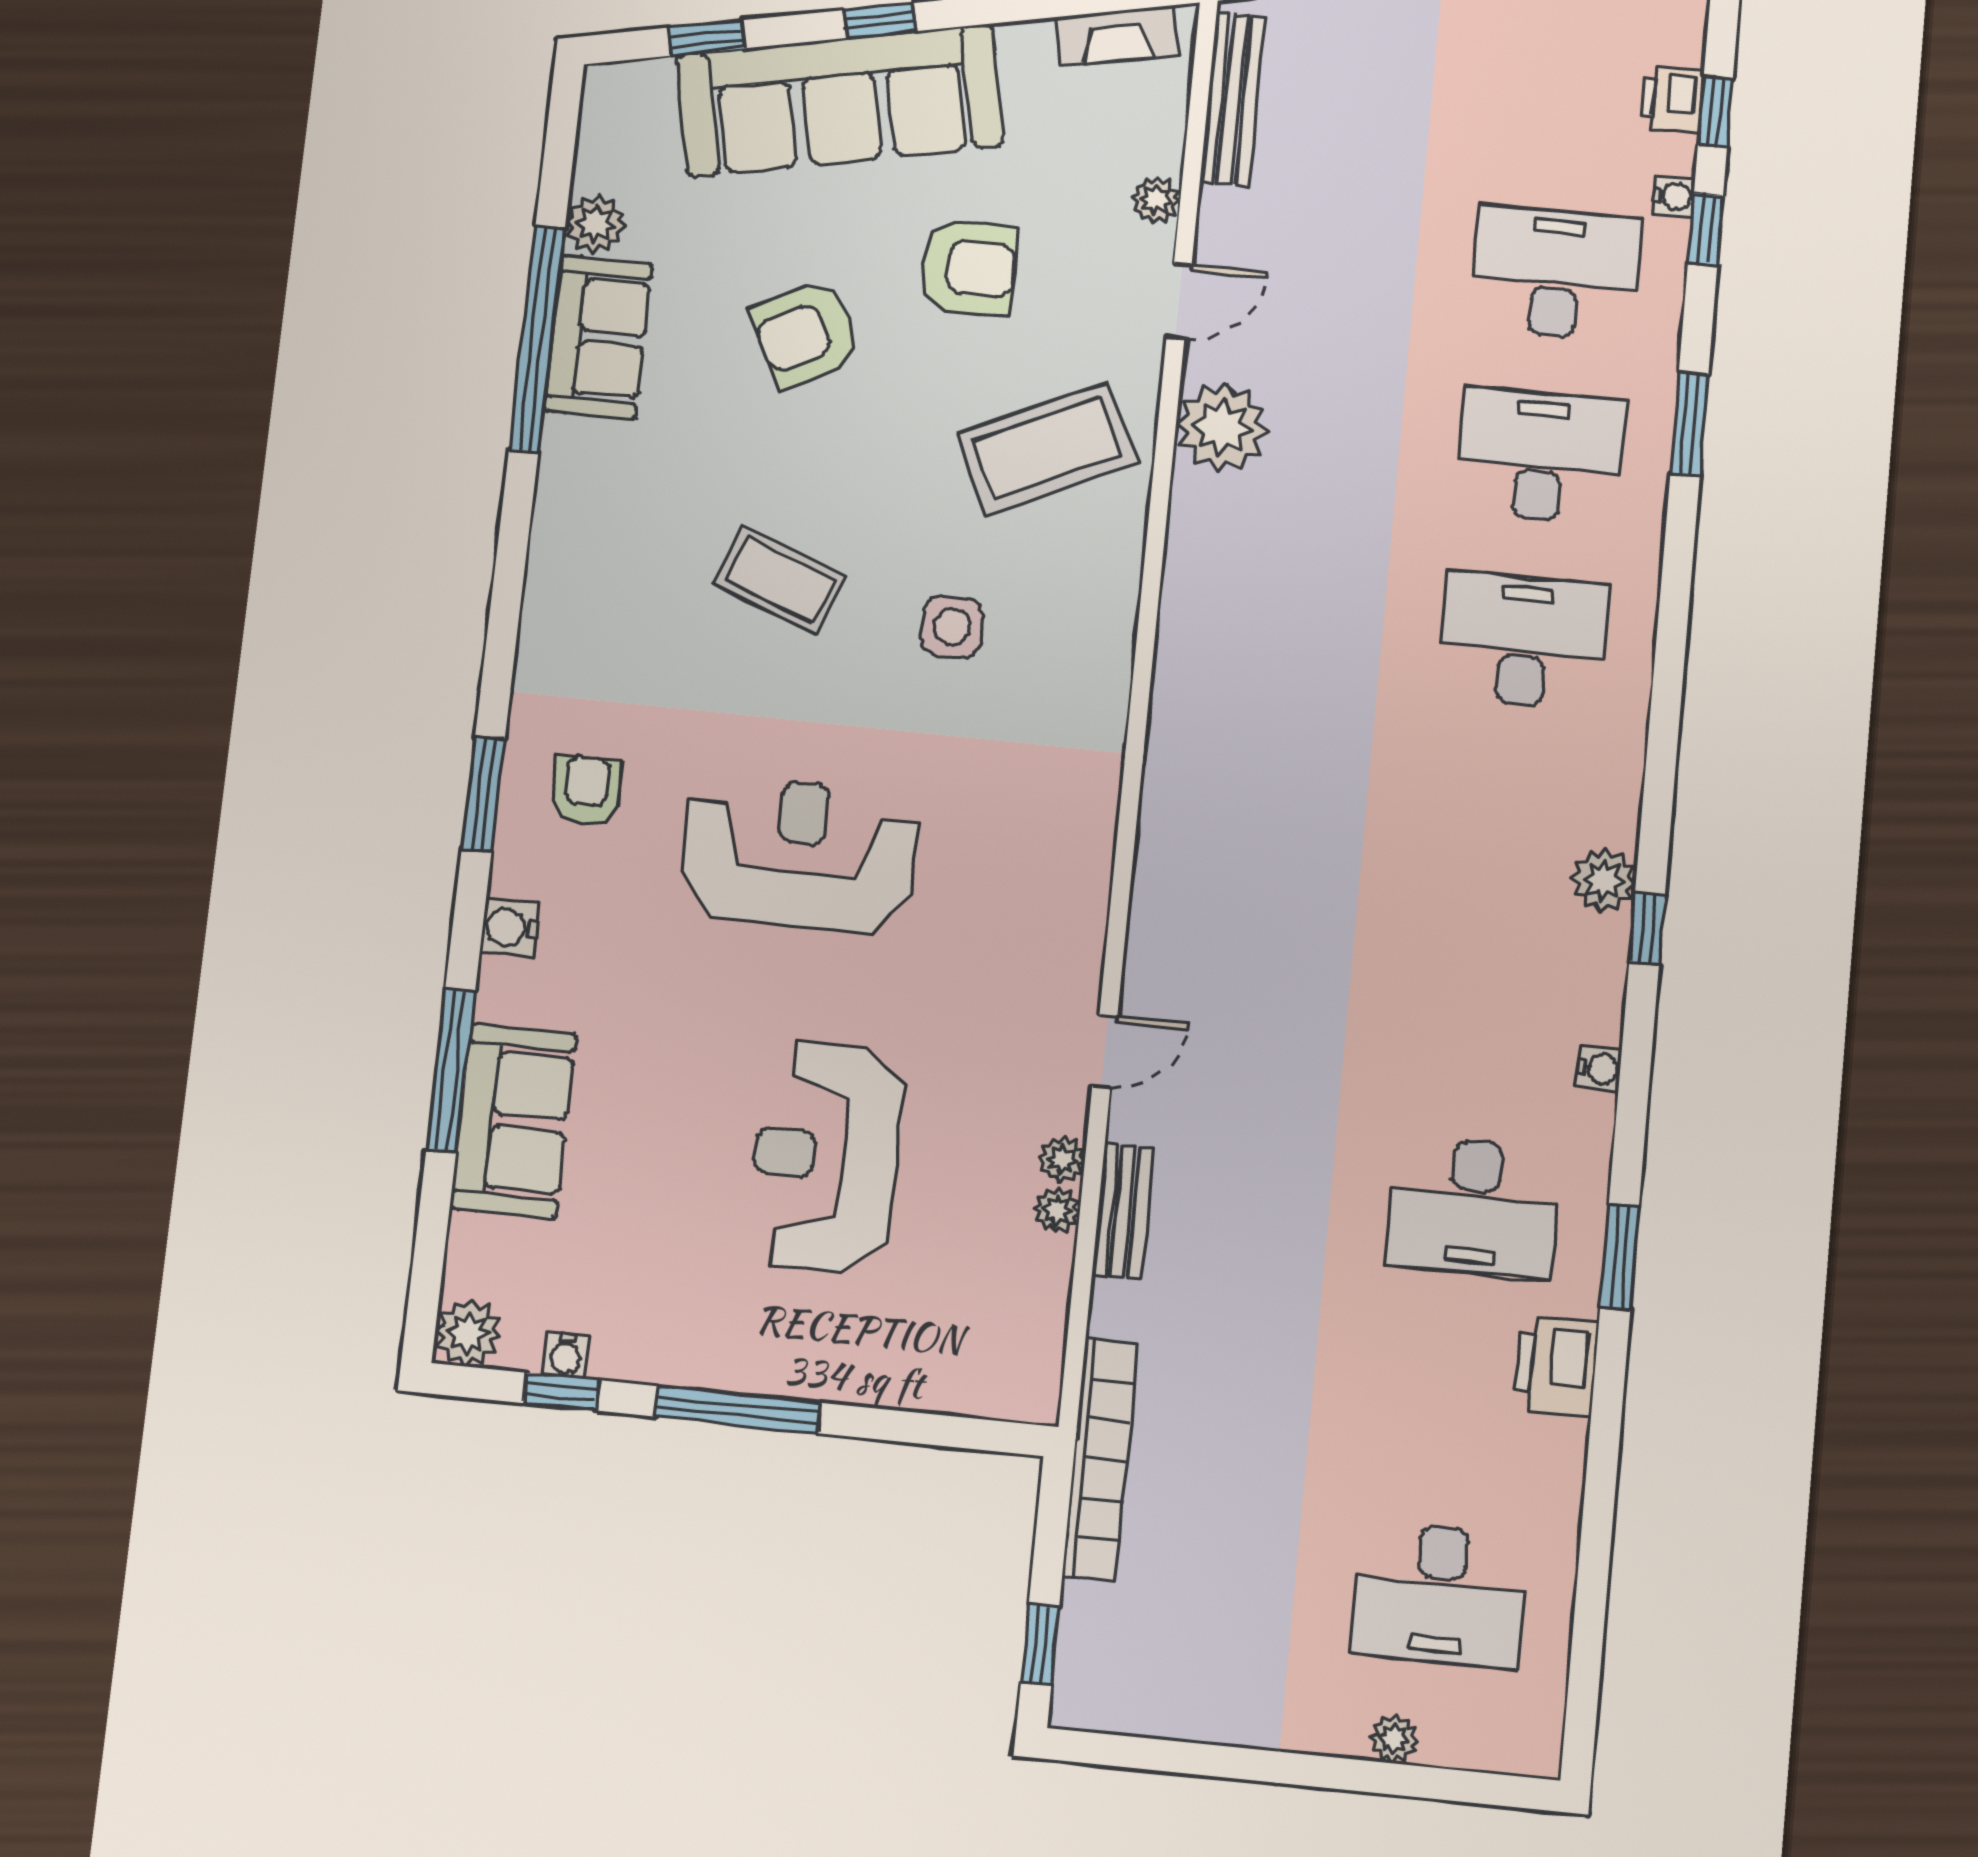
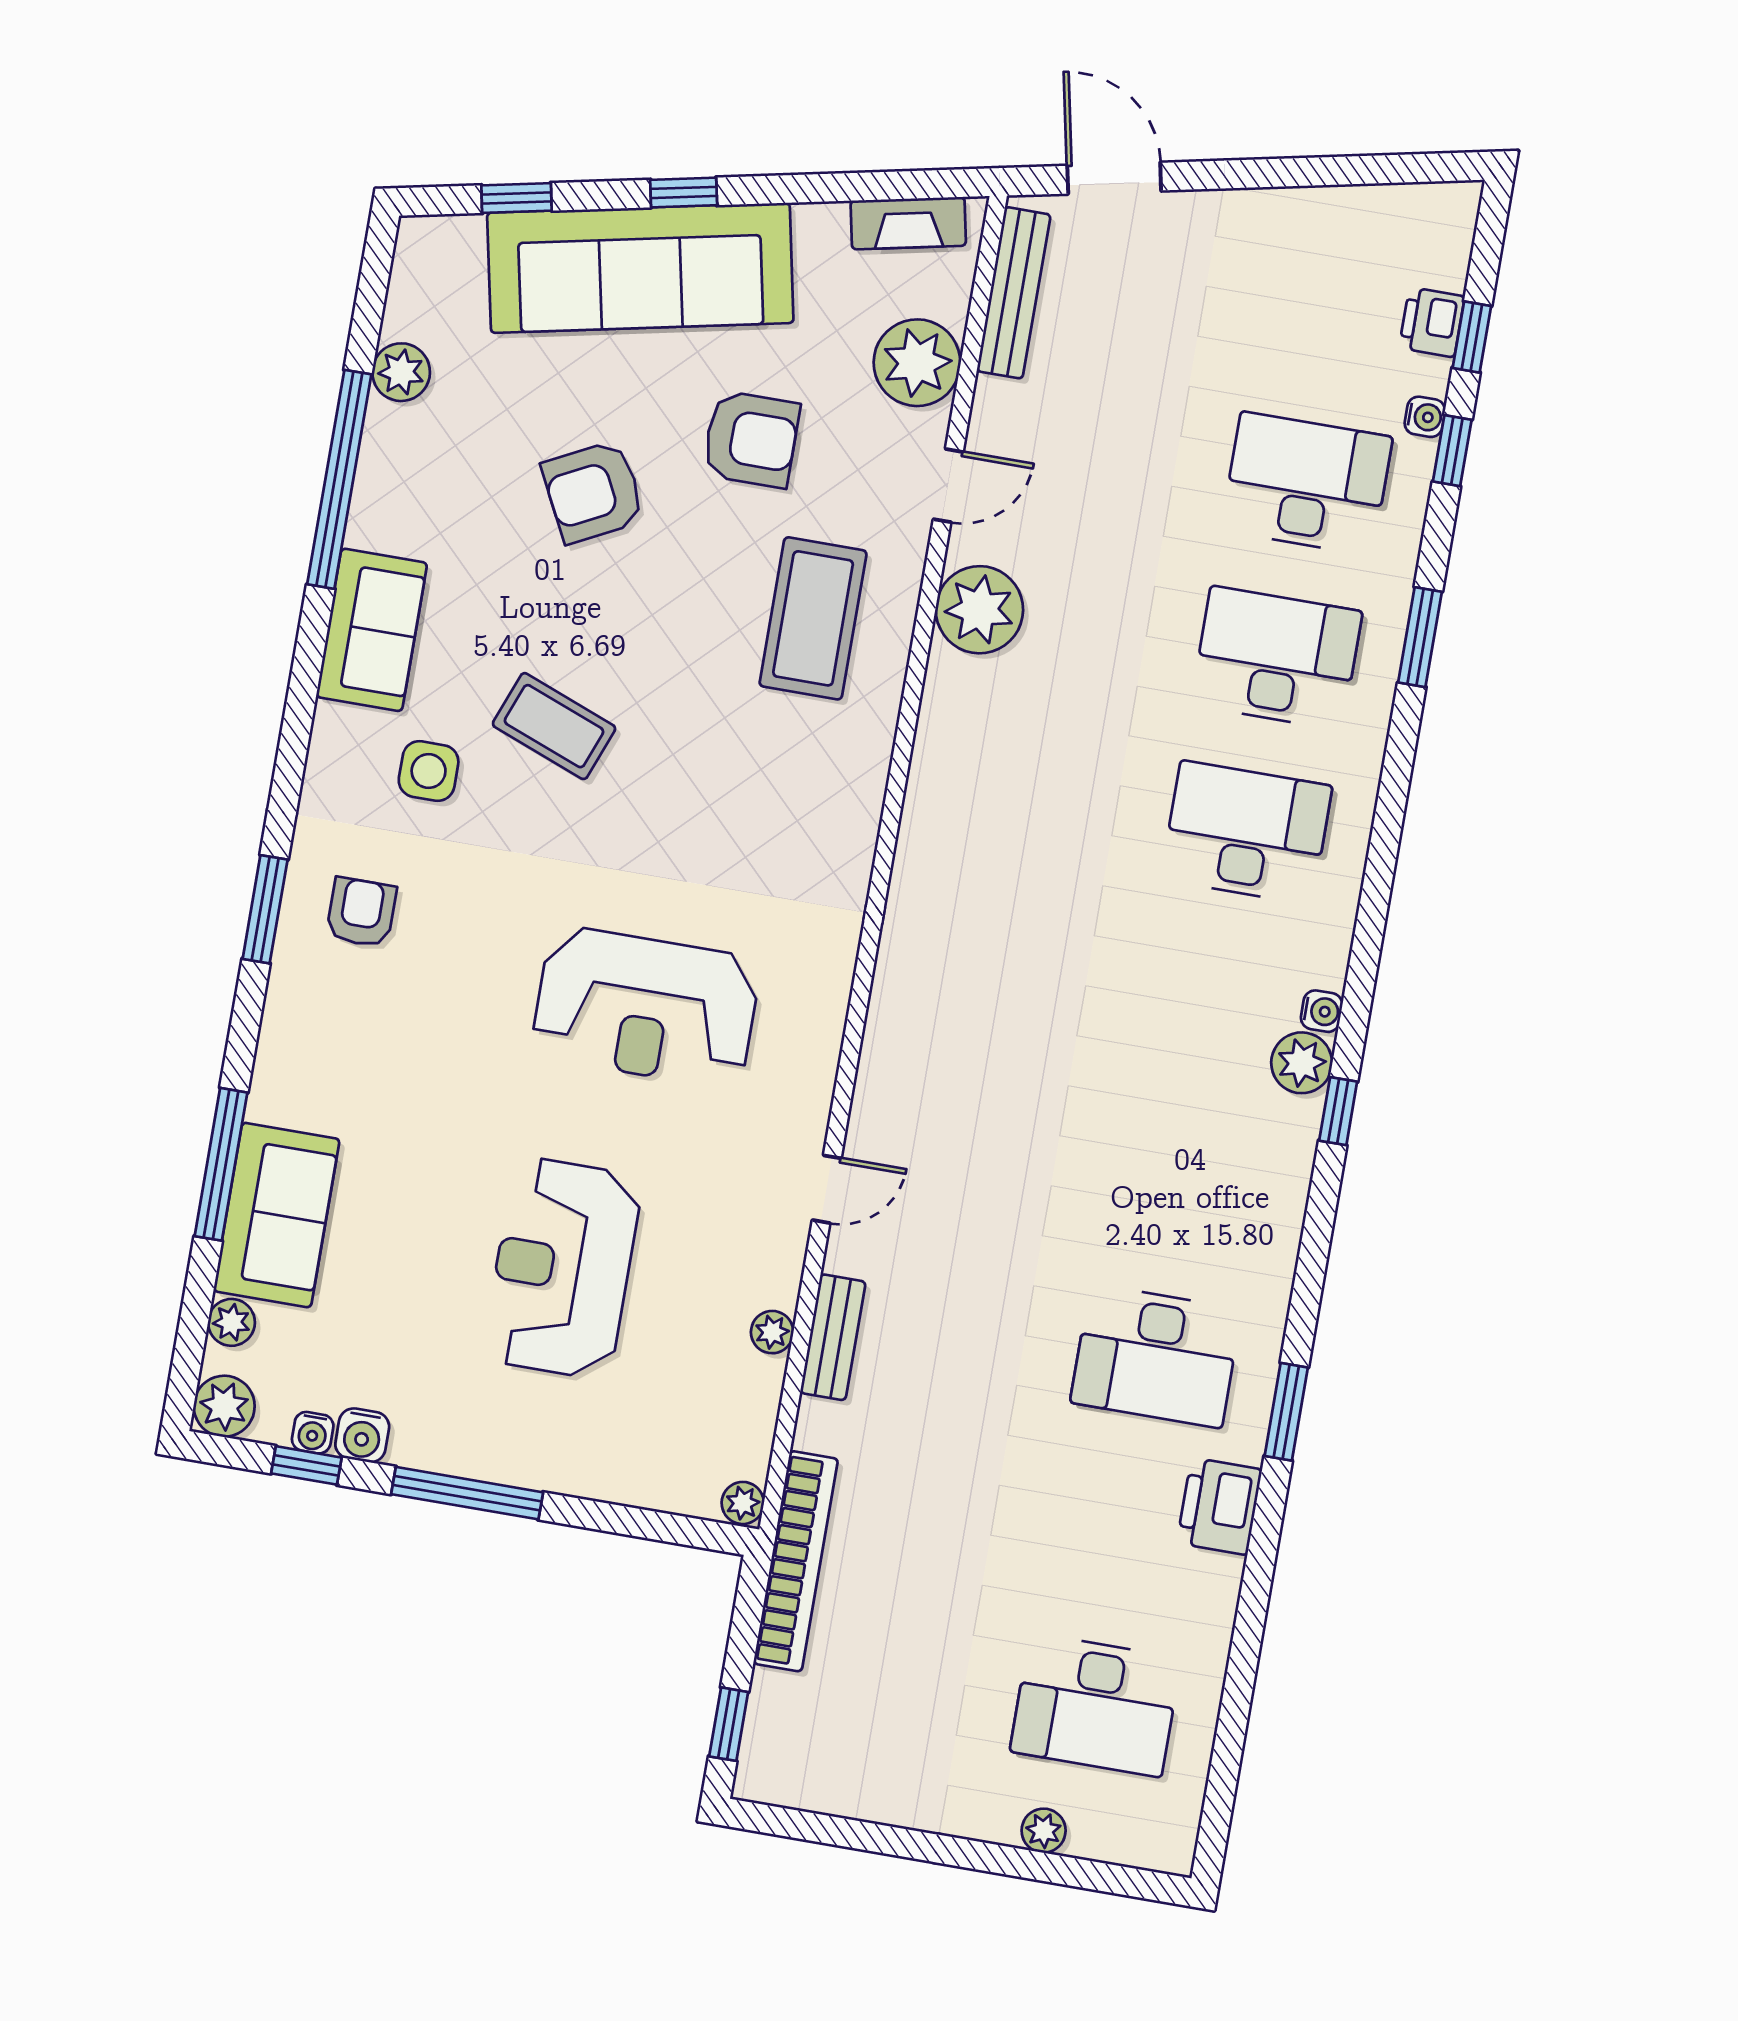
plant: (1156, 200) -> (917, 363), width x1.87, depth x1.87
sofa: (598, 337) -> (372, 630), moved
coffee table: (1047, 448) -> (813, 618), turned -65
side table: (952, 627) -> (429, 771), moved
reception desk: (799, 854) -> (646, 1007), moved, turned 180
water cooler: (510, 928) -> (362, 1435), moved, turned -90
water cooler: (1599, 1069) -> (1322, 1011), moved
plant: (1062, 1160) -> (743, 1503), moved
plant: (471, 1241) -> (231, 1322), added

